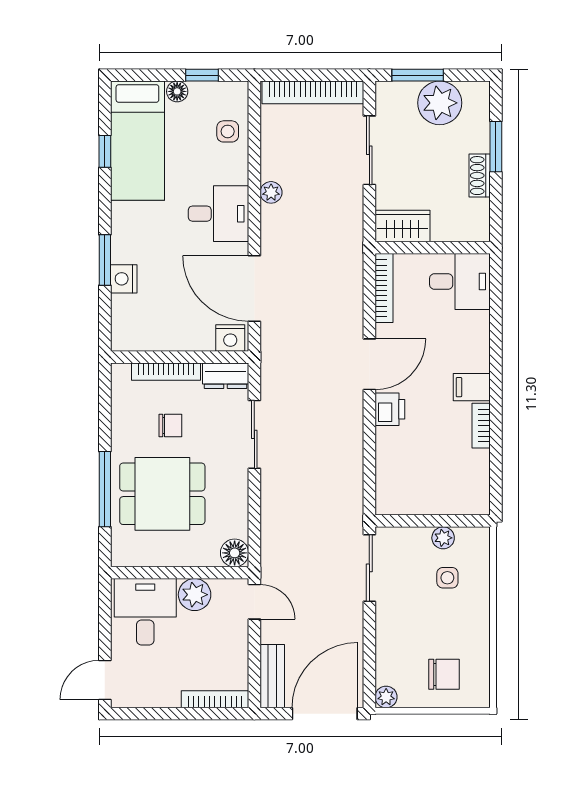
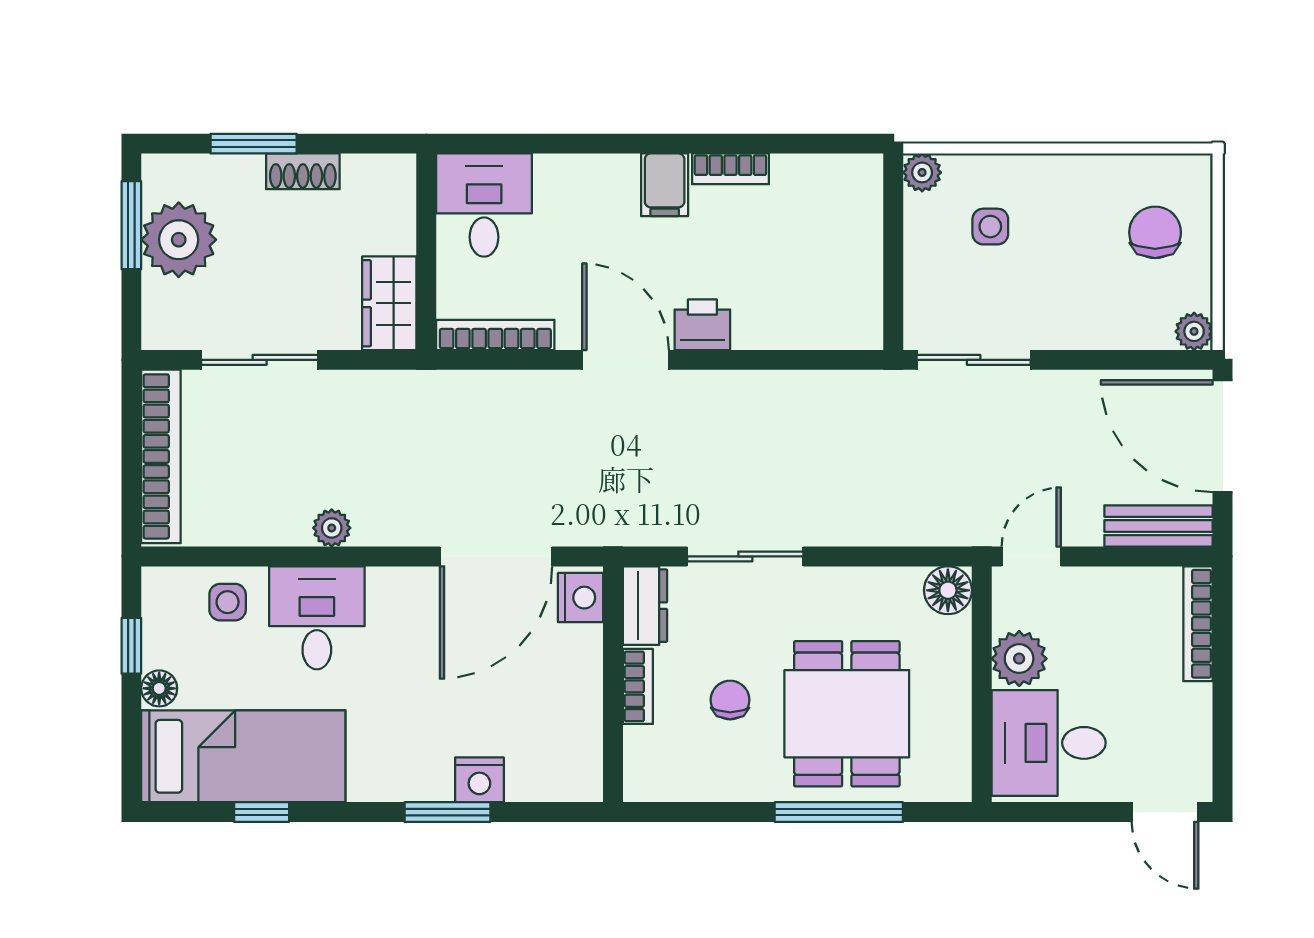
window: (418, 75) -> (131, 225), moved
desk: (218, 214) -> (317, 618), moved
bookcase: (166, 372) -> (638, 686), width x0.64
plant: (443, 538) -> (922, 172), moved

